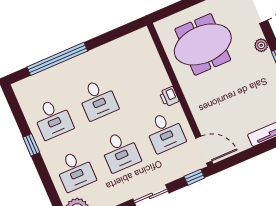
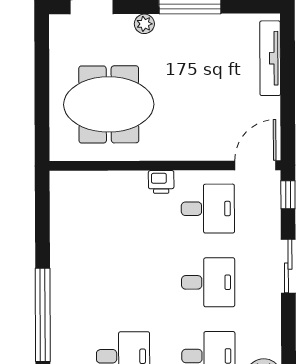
meeting table: (203, 44) -> (109, 104), turned 90
desk: (98, 99) -> (123, 283), removed

